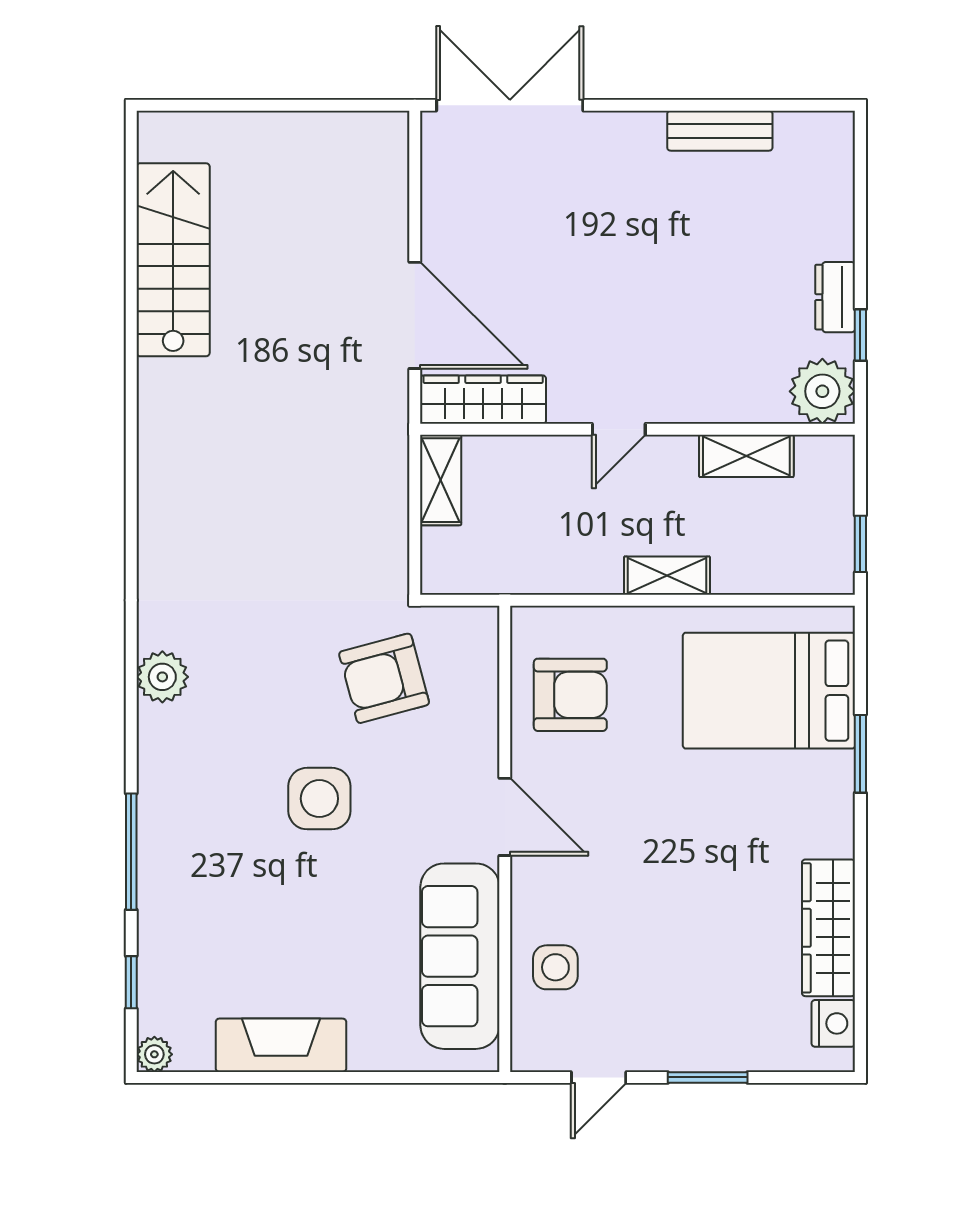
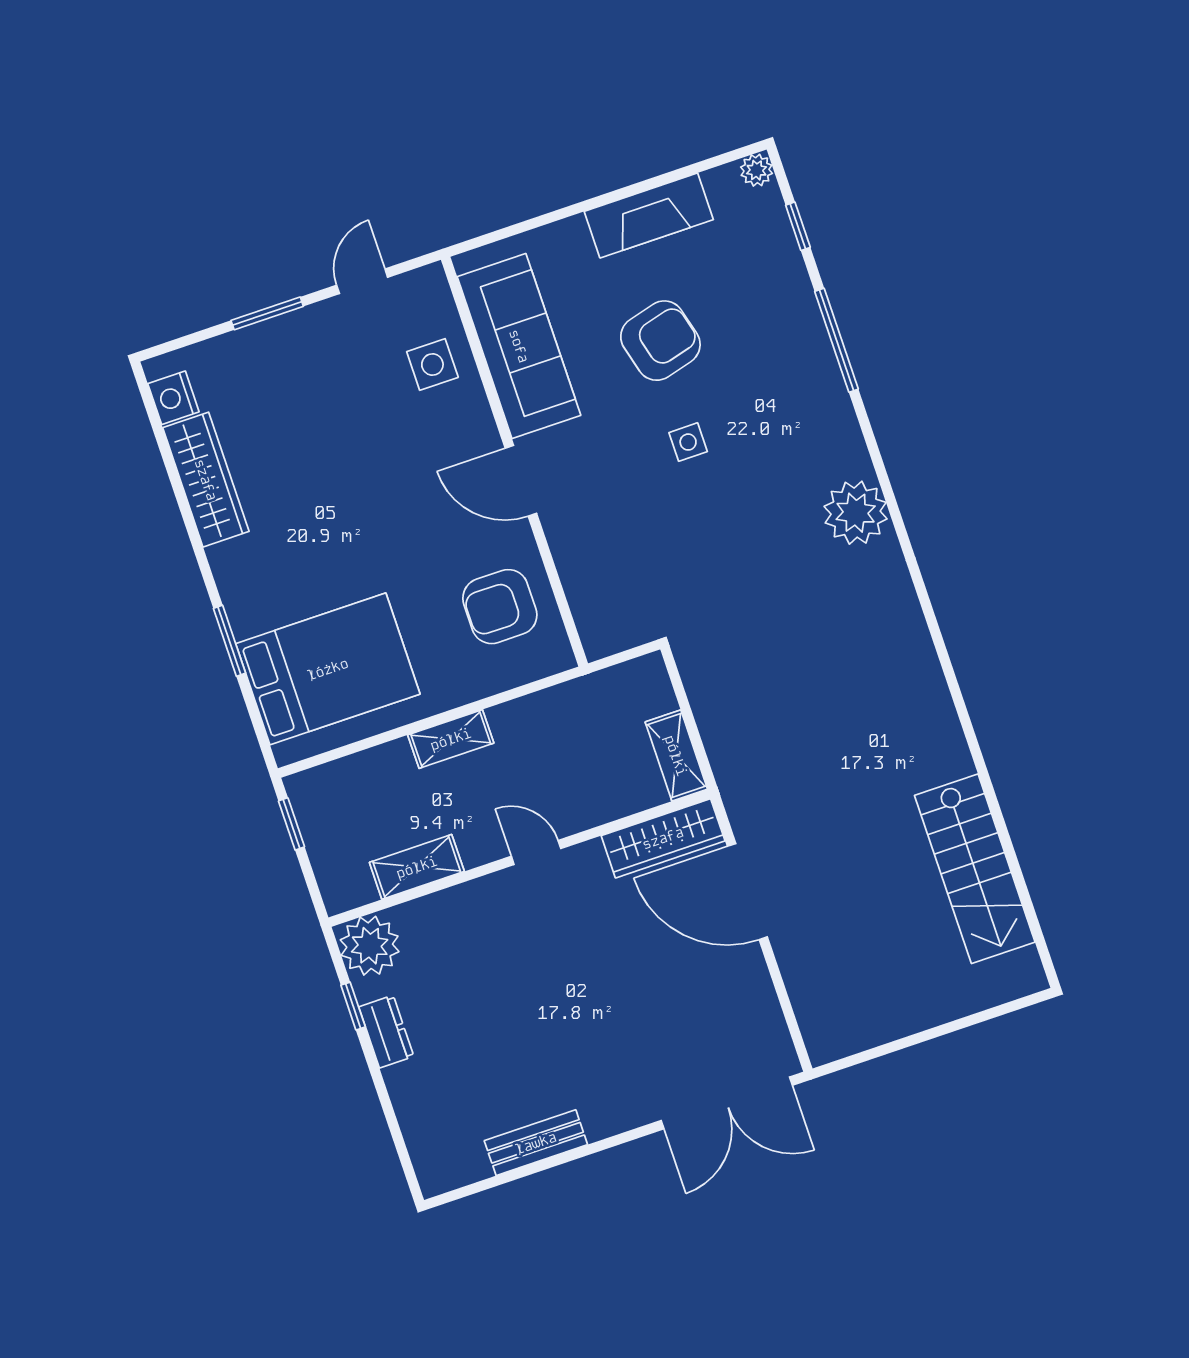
door: (619, 429) -> (536, 852), hinge flipped
plant: (162, 677) -> (856, 513), width x1.36, depth x1.36
armchair: (384, 678) -> (660, 341), moved
side table: (319, 799) -> (688, 442), width x0.54, depth x0.54

